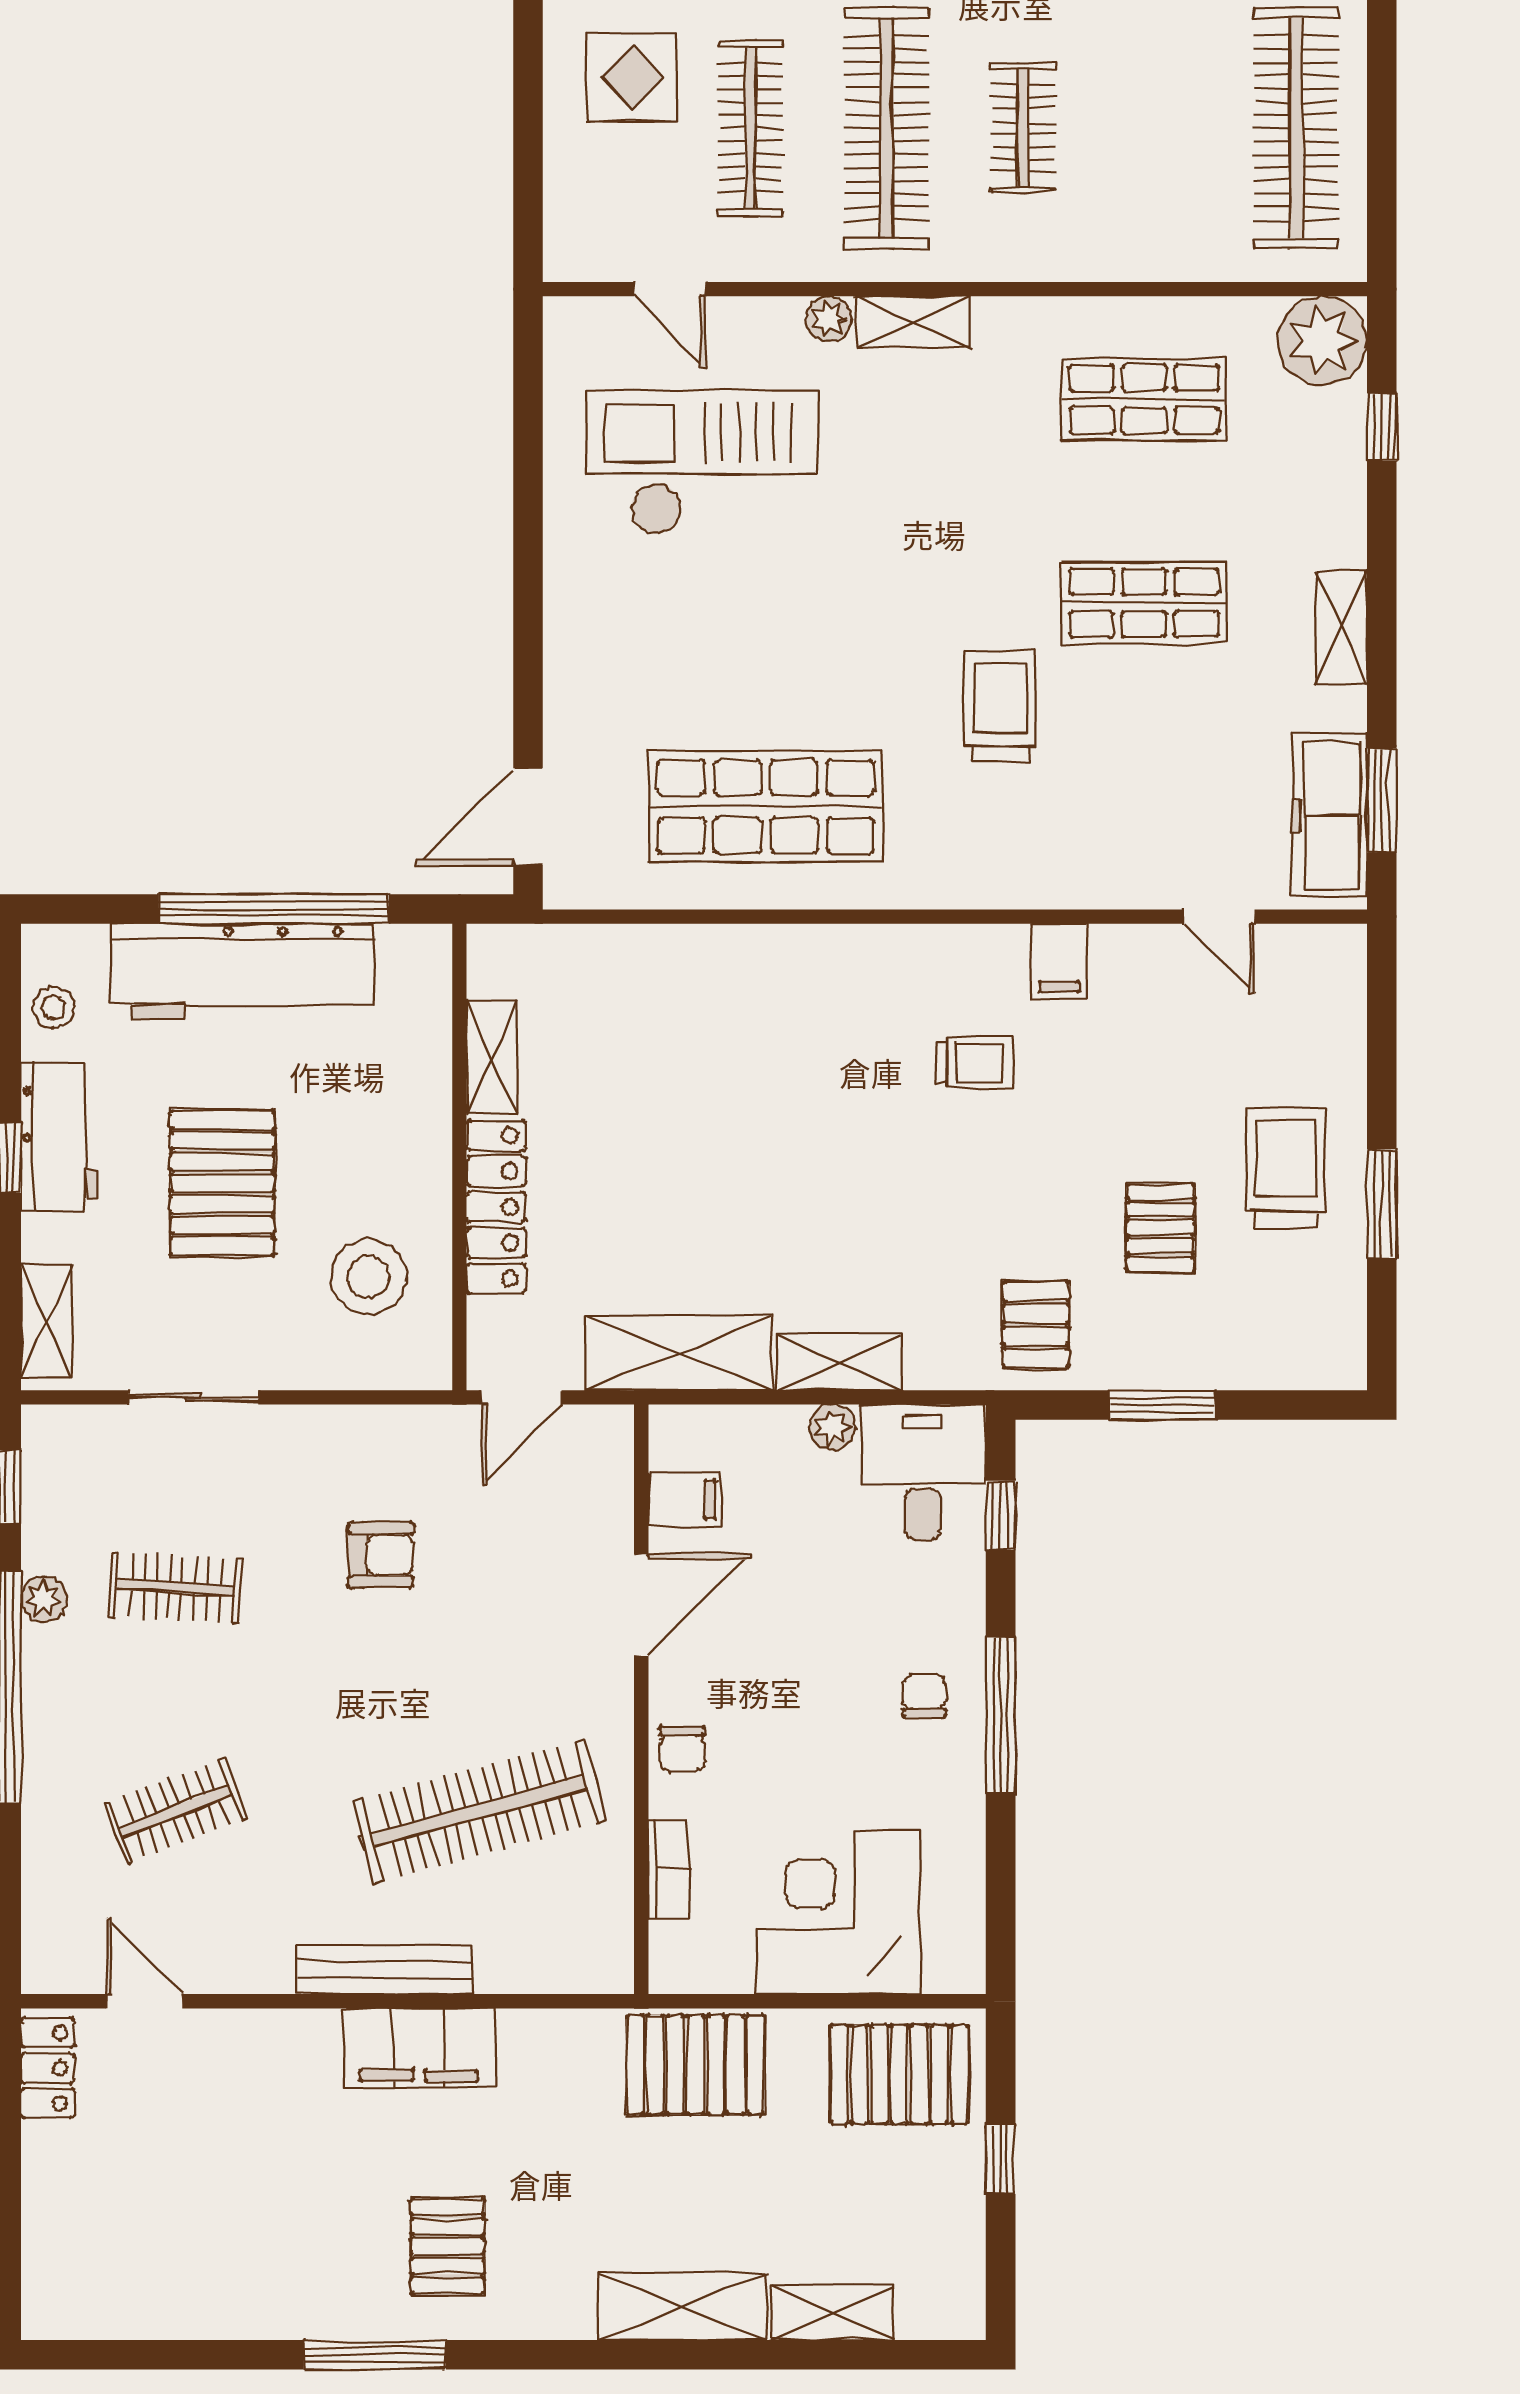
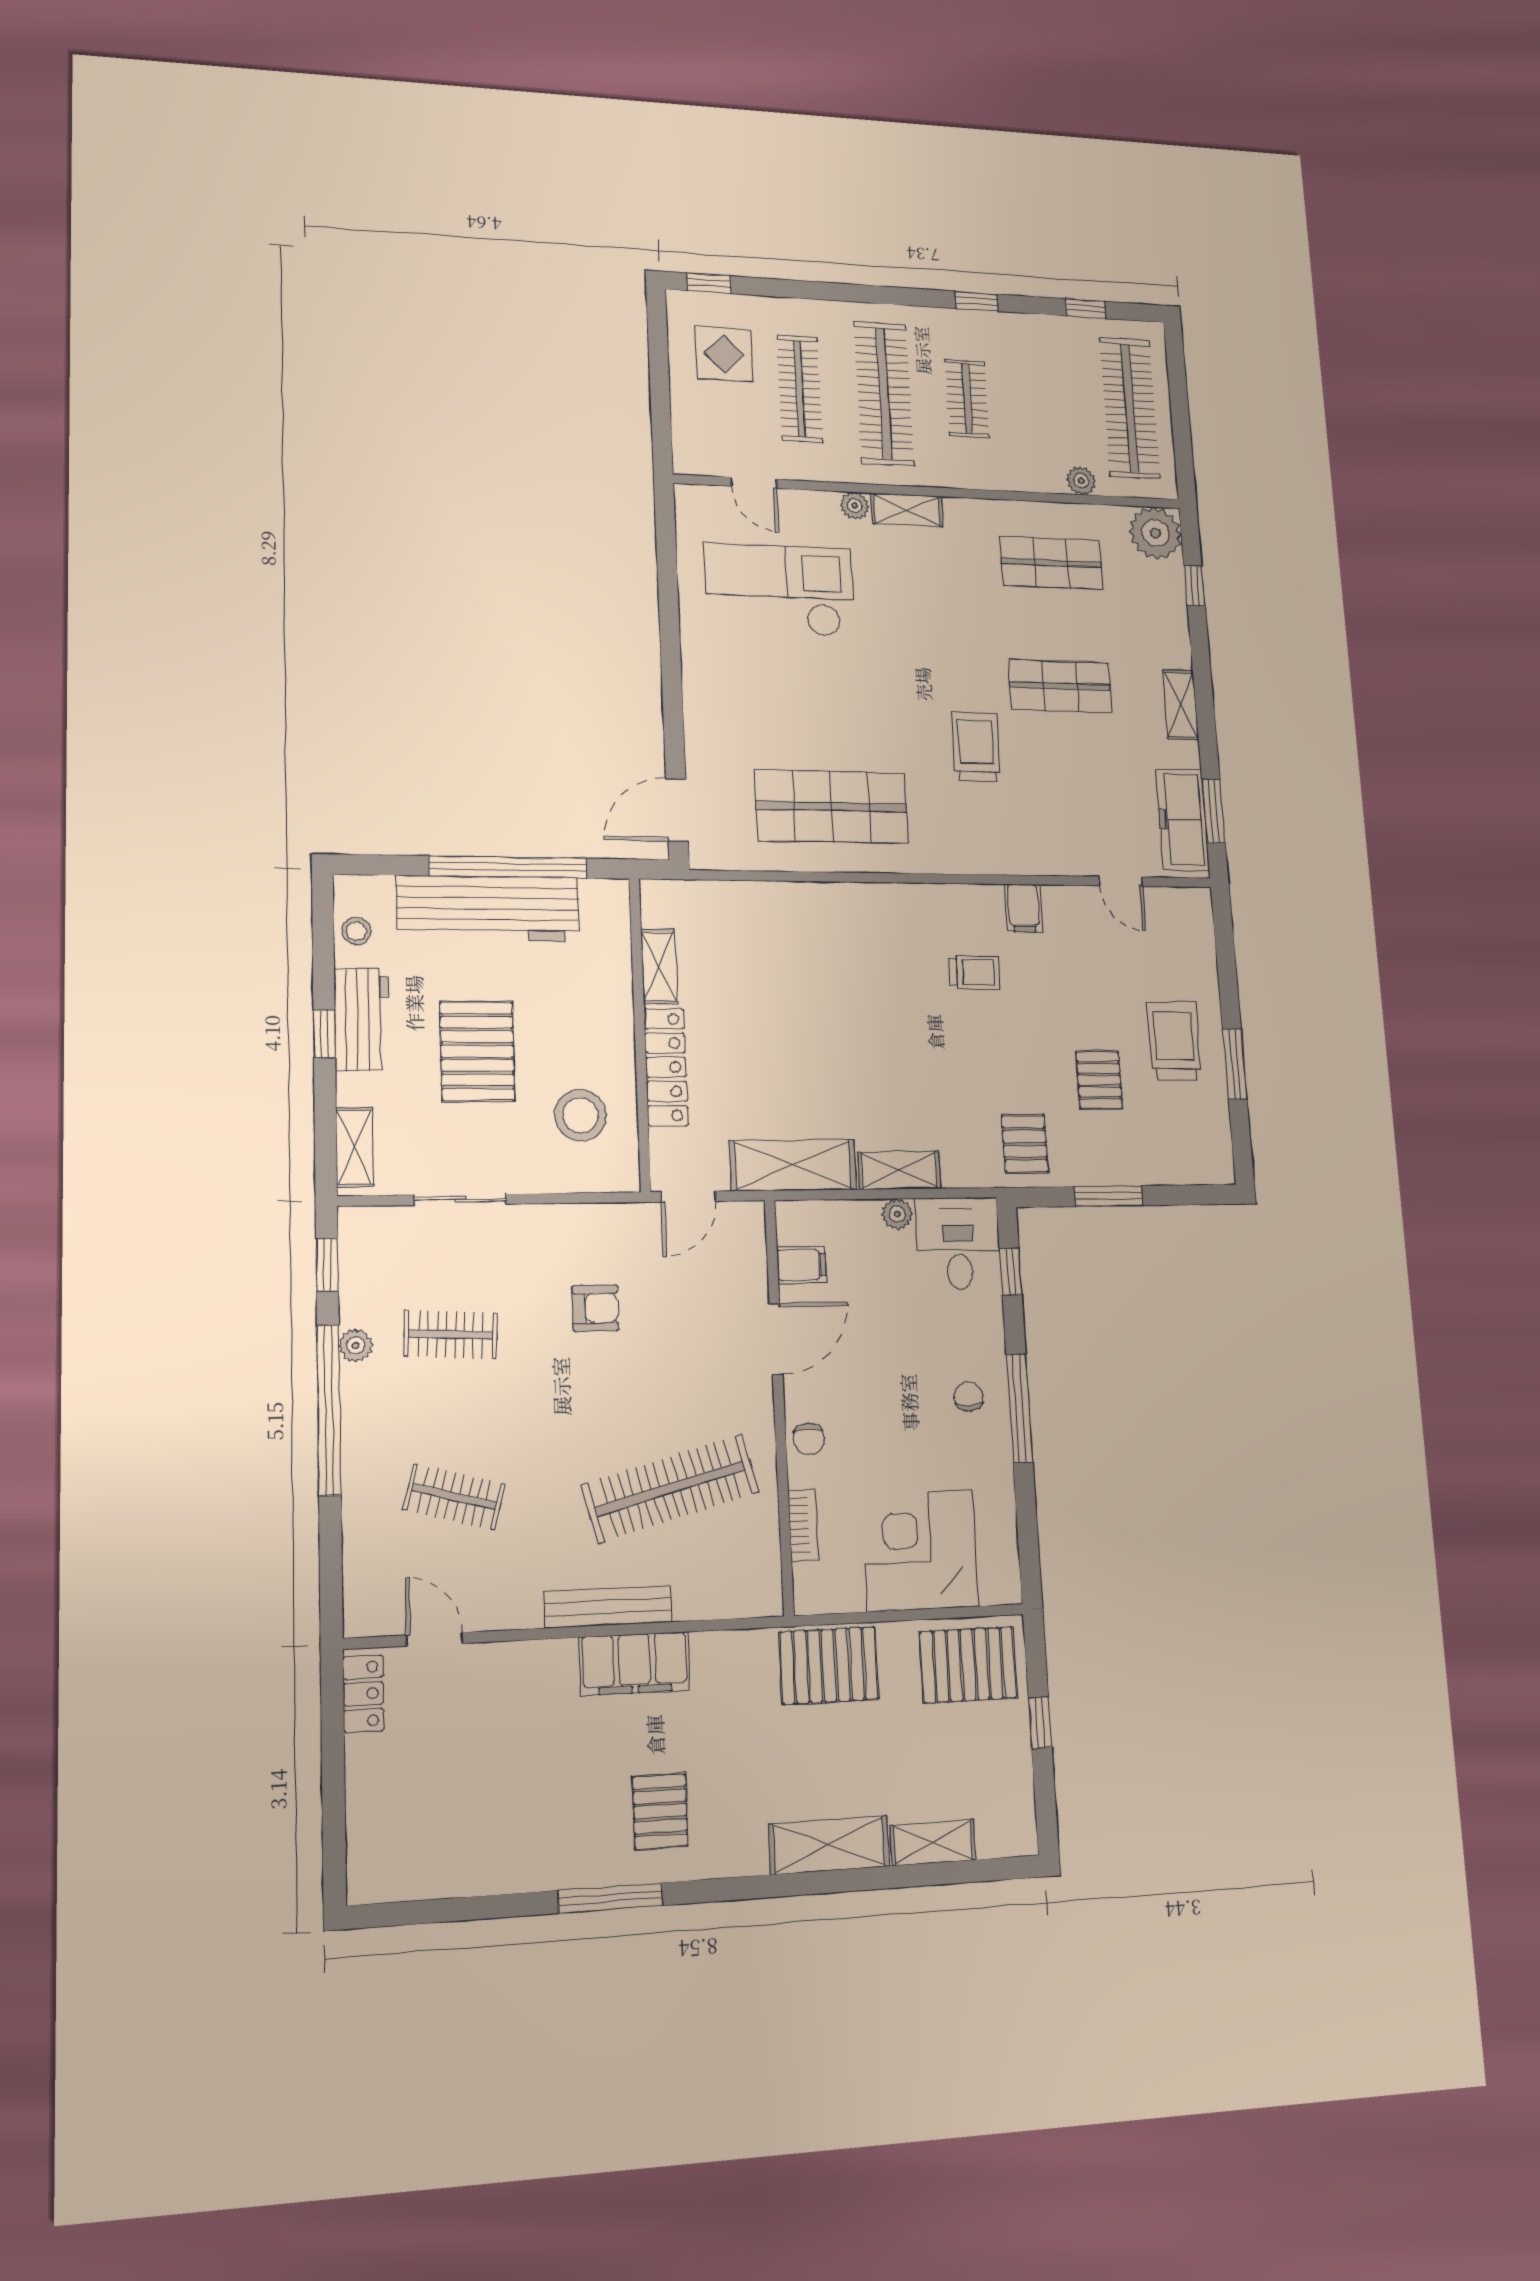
plant: (1204, 258) -> (1081, 481), added
clothes rail: (176, 1811) -> (454, 1497), turned 36

